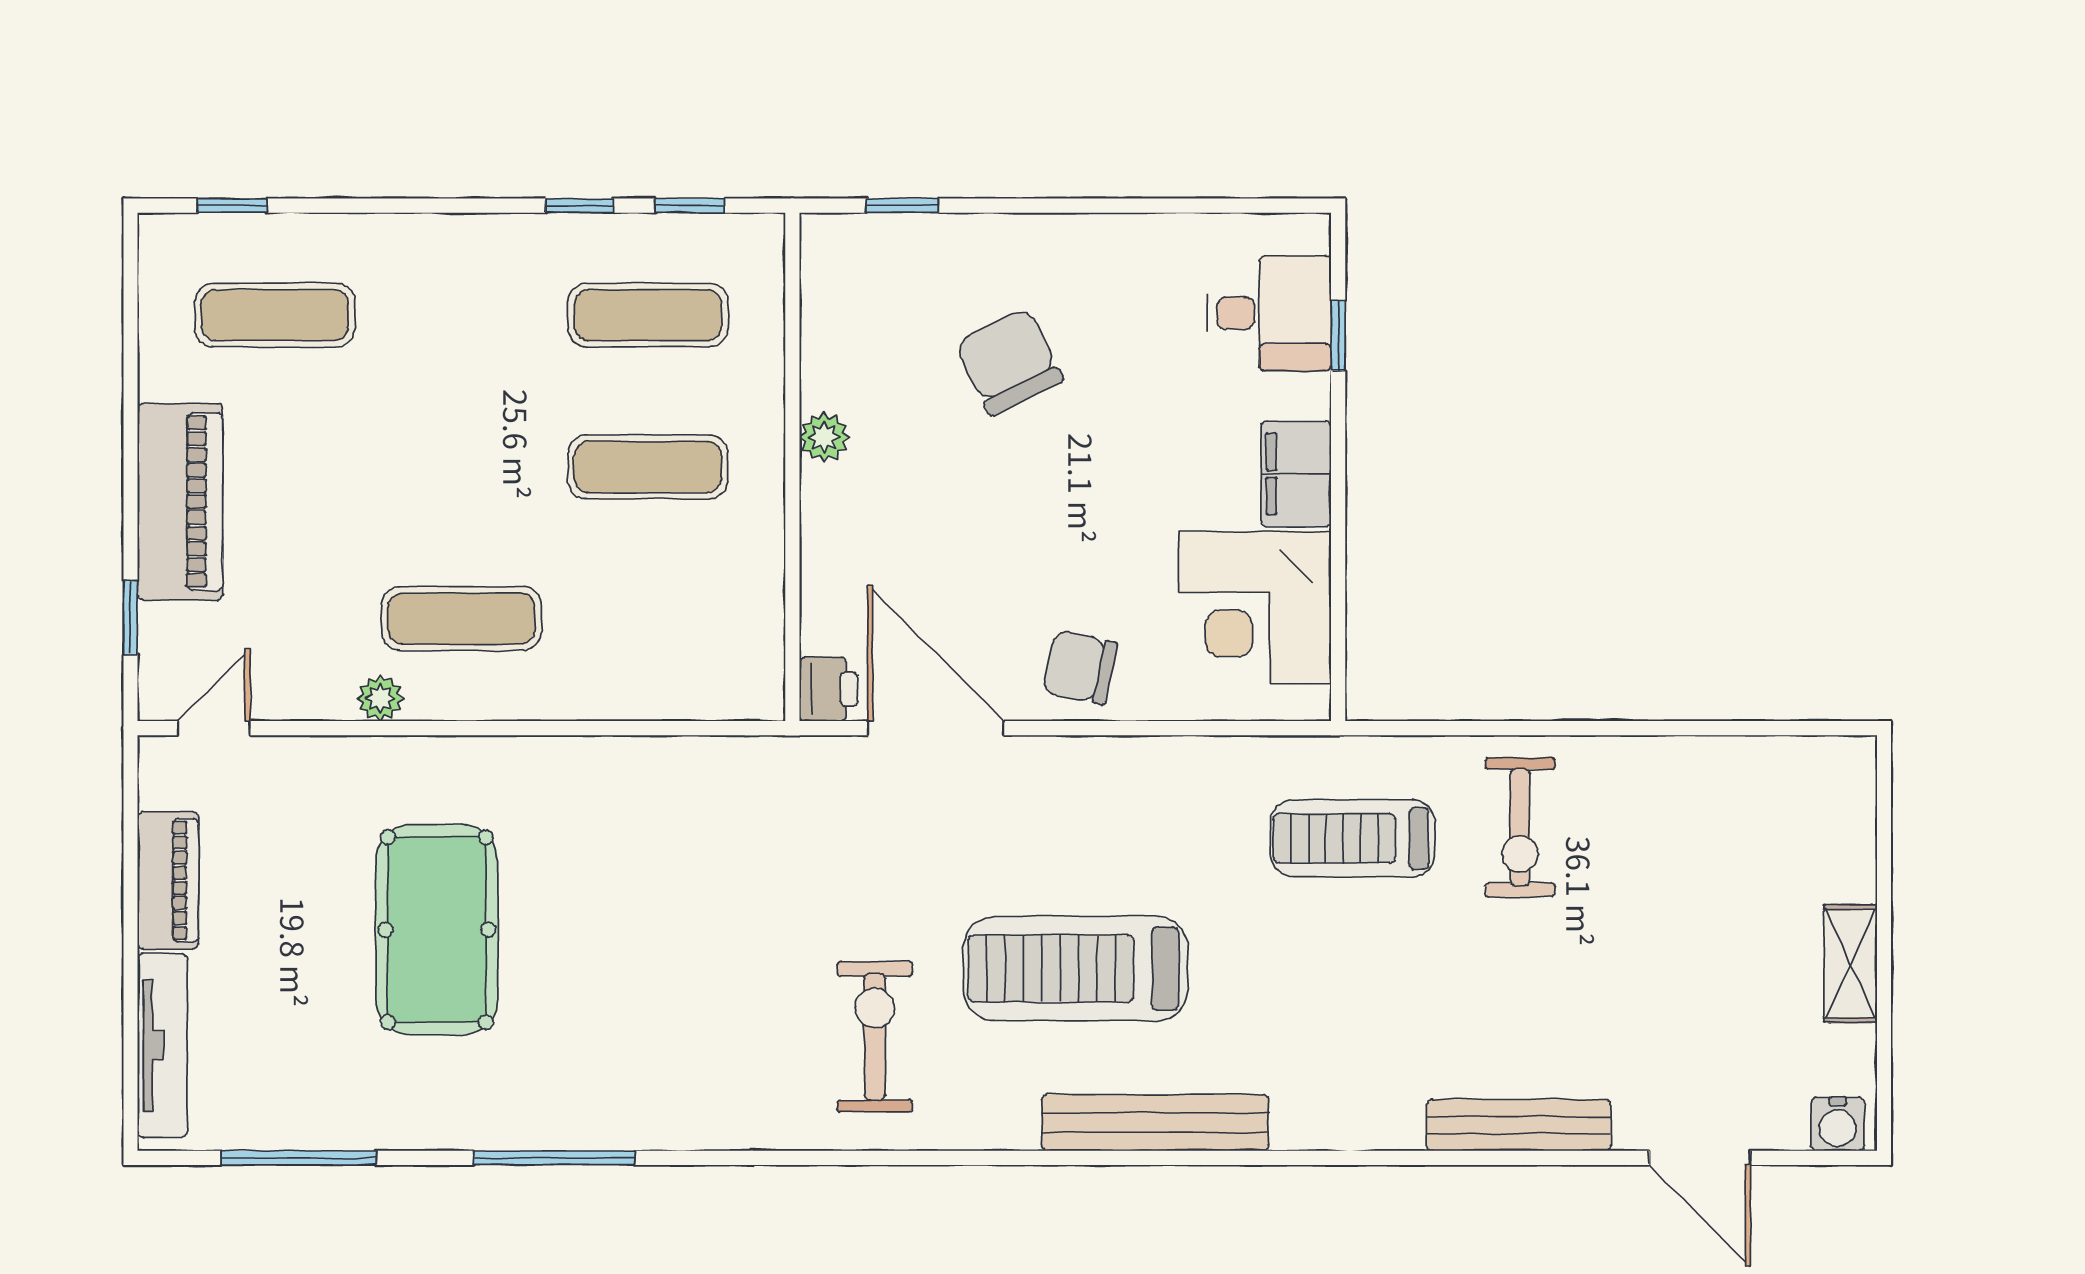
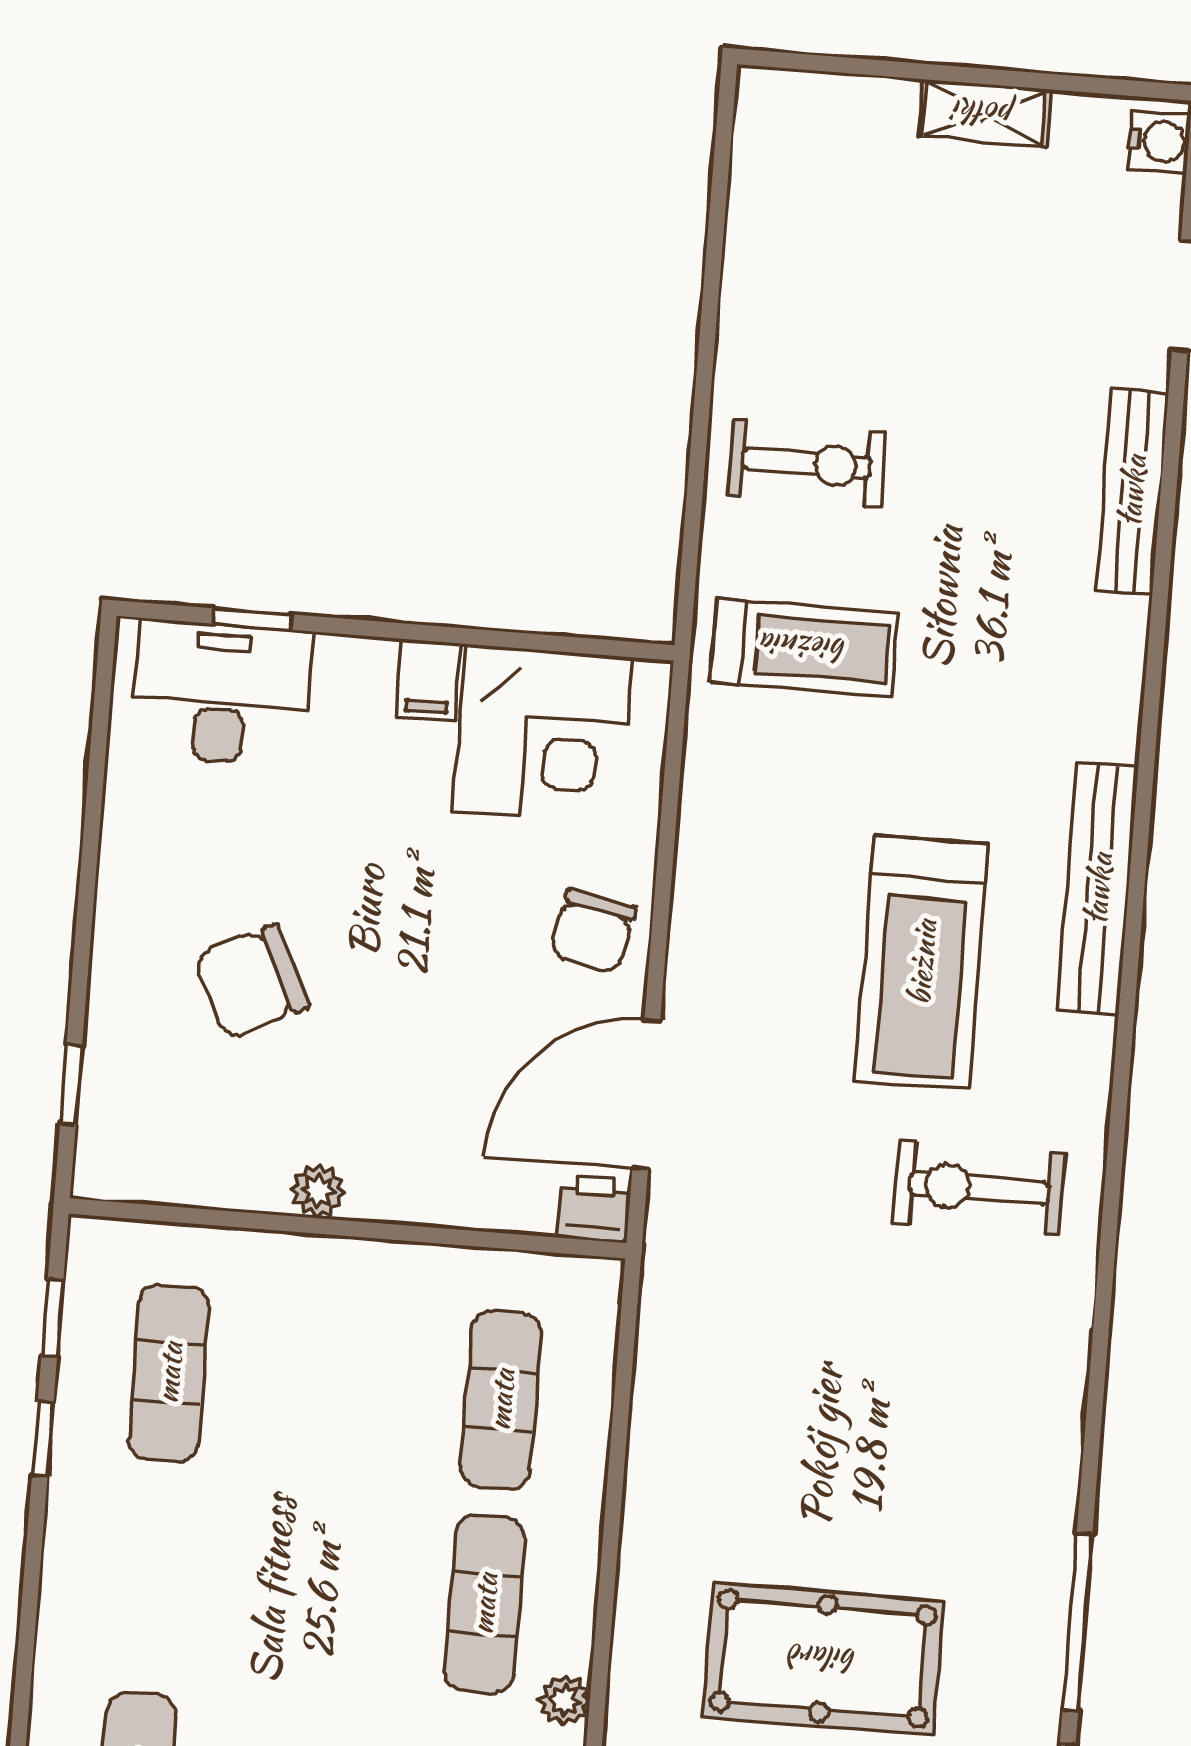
desk: (1269, 313) -> (221, 693), width x1.37
exercise mat: (648, 467) -> (501, 1400), moved
filing cabinet: (1296, 474) -> (428, 680), width x0.50
treadmill: (1353, 838) -> (804, 647), turned -90
window: (554, 1158) -> (1077, 1622), moved

